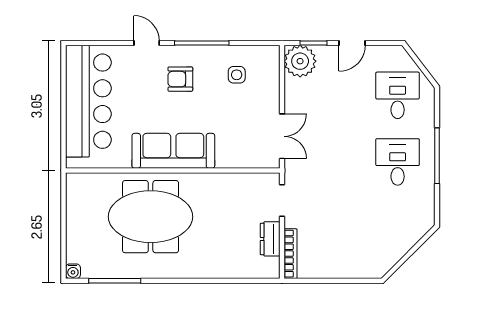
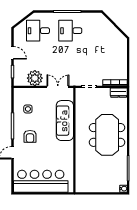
plant: (300, 61) -> (35, 78), moved
sofa: (173, 151) -> (65, 121), moved
meeting table: (151, 217) -> (107, 135), moved
dresser: (270, 239) -> (119, 93), moved

